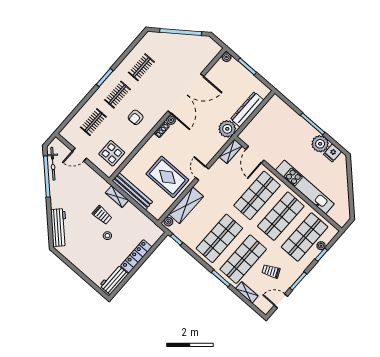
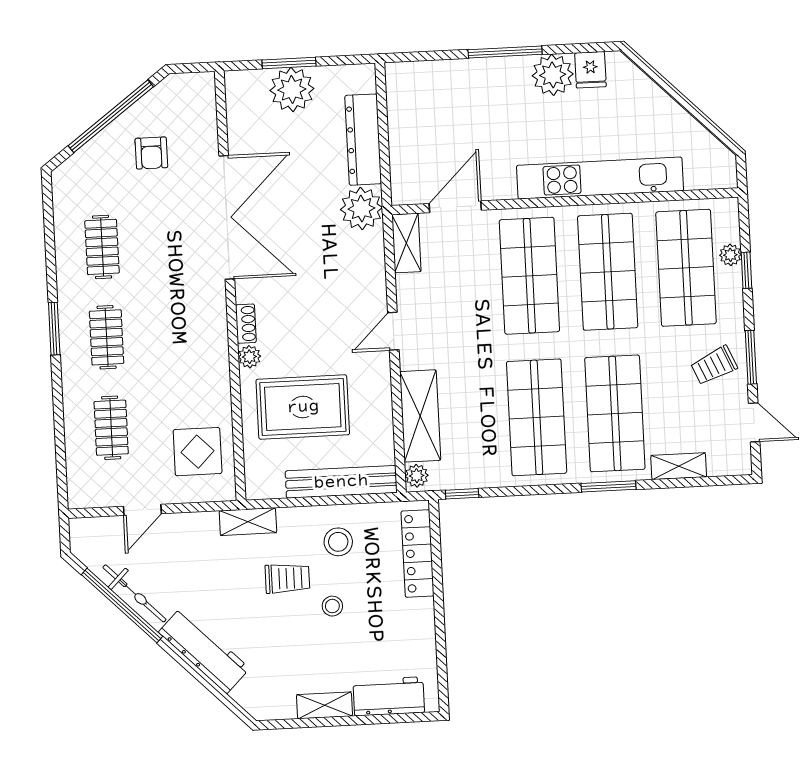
plant: (226, 57) -> (292, 90), moved, width x1.88, depth x1.88
armchair: (136, 117) -> (151, 153), moved
plant: (171, 120) -> (249, 357), moved
door: (255, 155) -> (455, 207), swing flipped
bicycle: (53, 164) -> (134, 593), moved
door: (202, 173) -> (393, 331), hinge flipped
rug: (167, 177) -> (303, 407), moved
bench: (132, 191) -> (341, 482), moved
shelving: (117, 197) -> (248, 522), moved
stool: (127, 219) -> (338, 542), added
workbench: (59, 228) -> (204, 650), moved
locker: (136, 256) -> (418, 553), moved
shelving: (77, 262) -> (324, 705), added
trolley: (271, 271) -> (714, 365), moved
workbench: (114, 280) -> (389, 696), moved, turned 90
door: (281, 301) -> (754, 422), swing flipped

